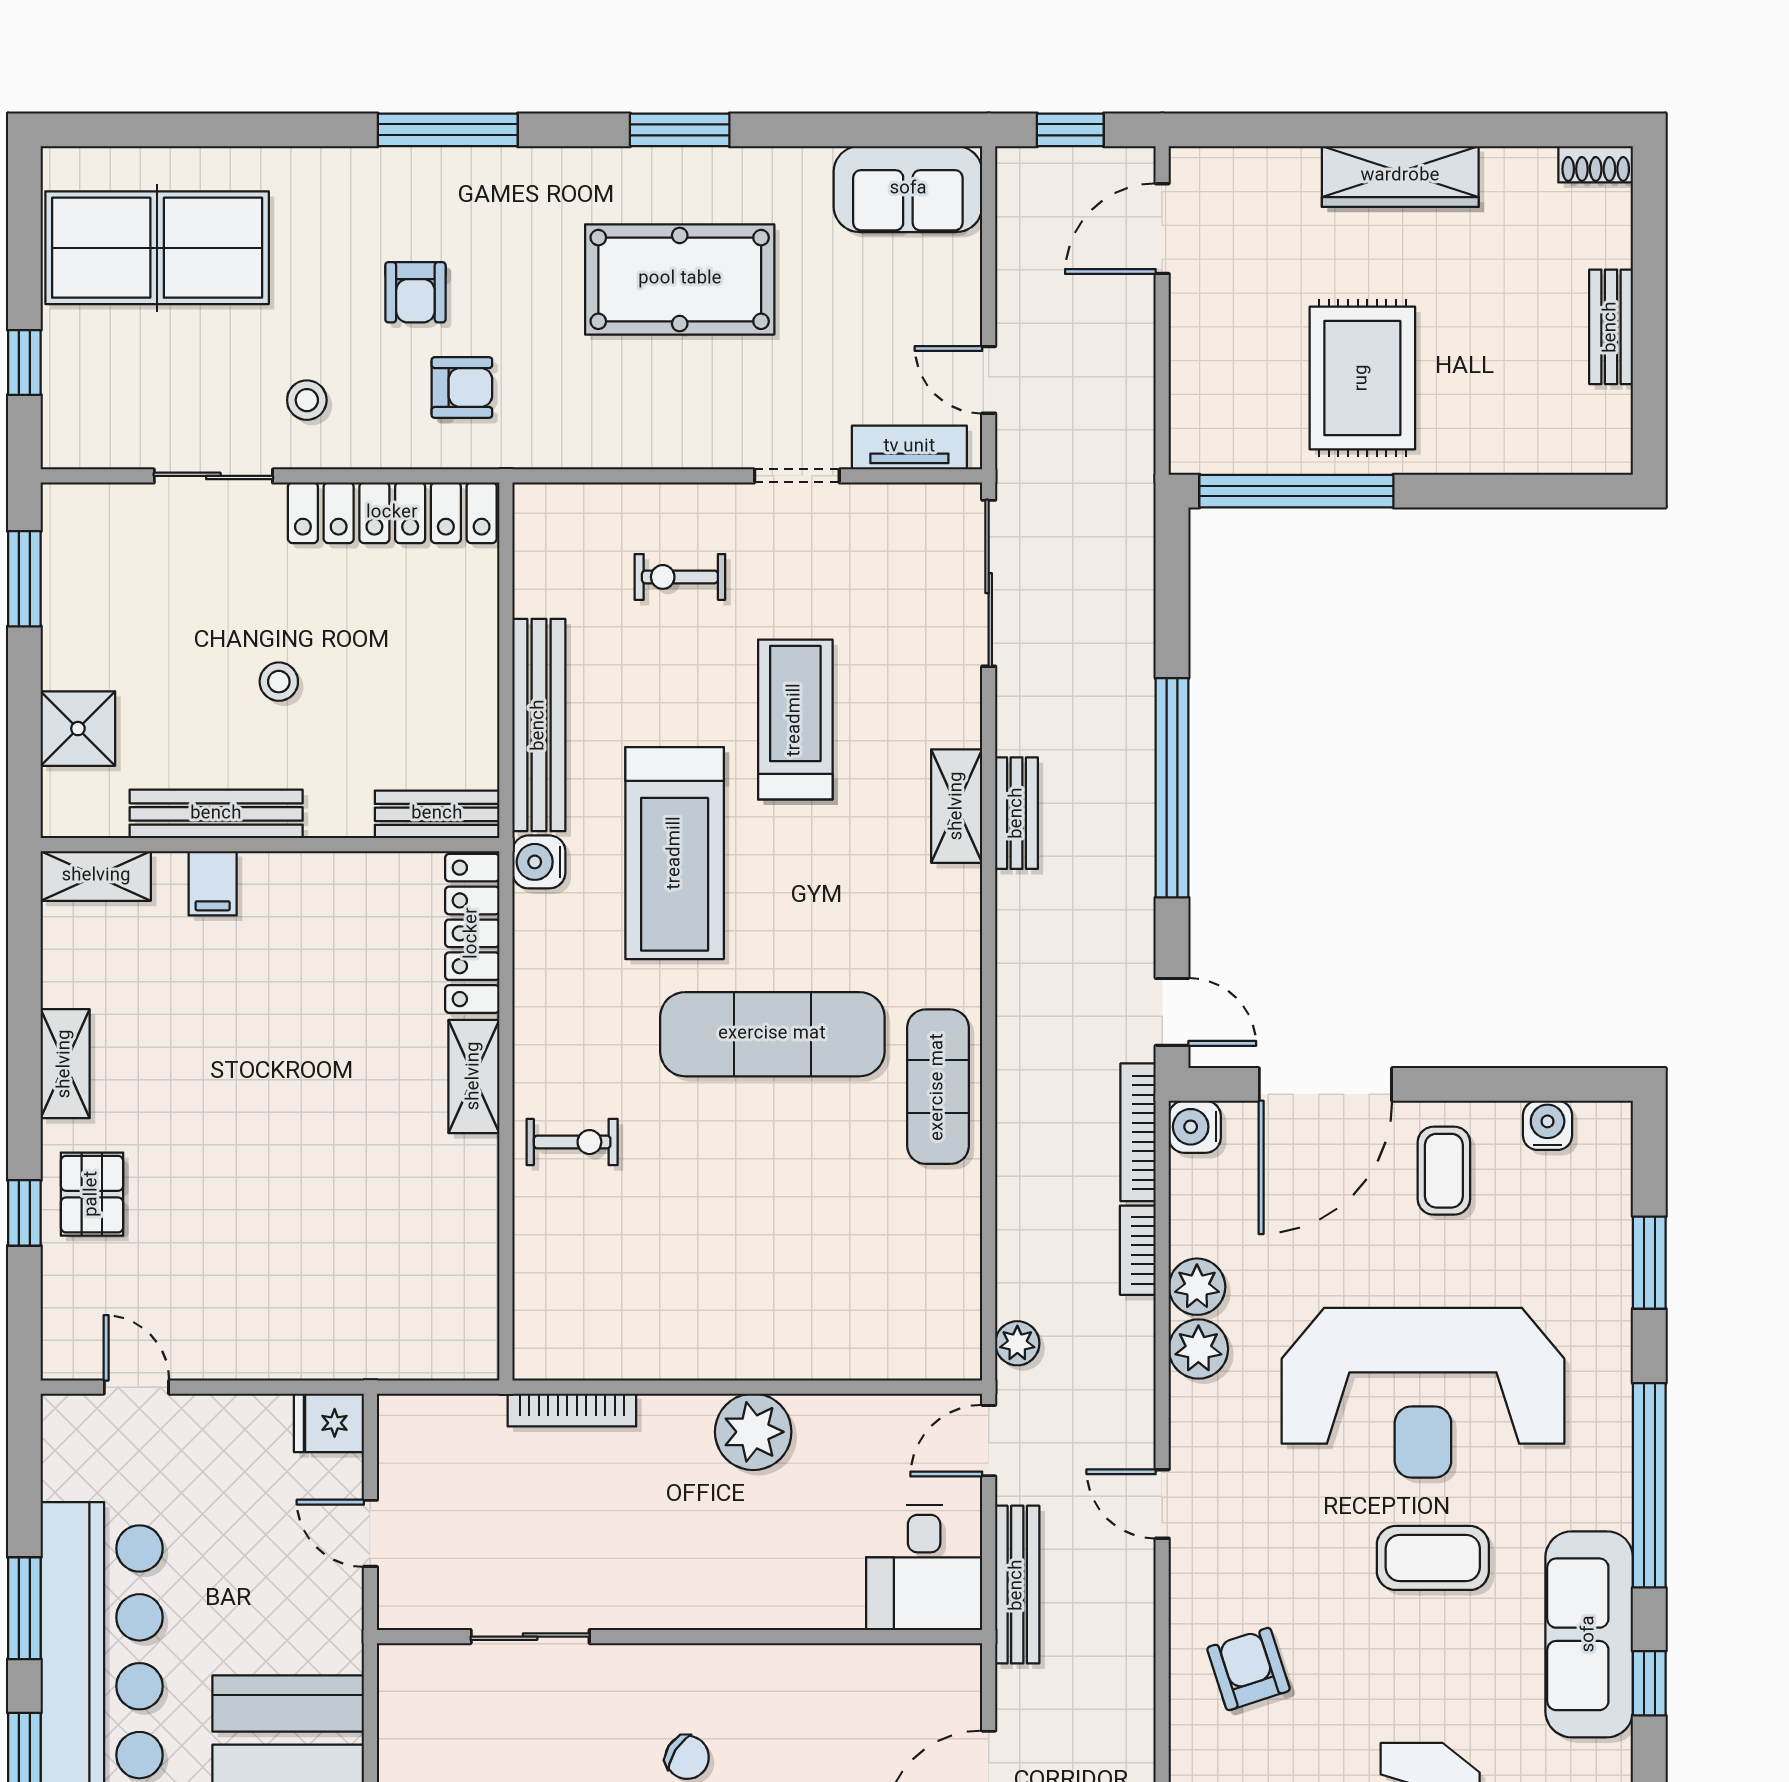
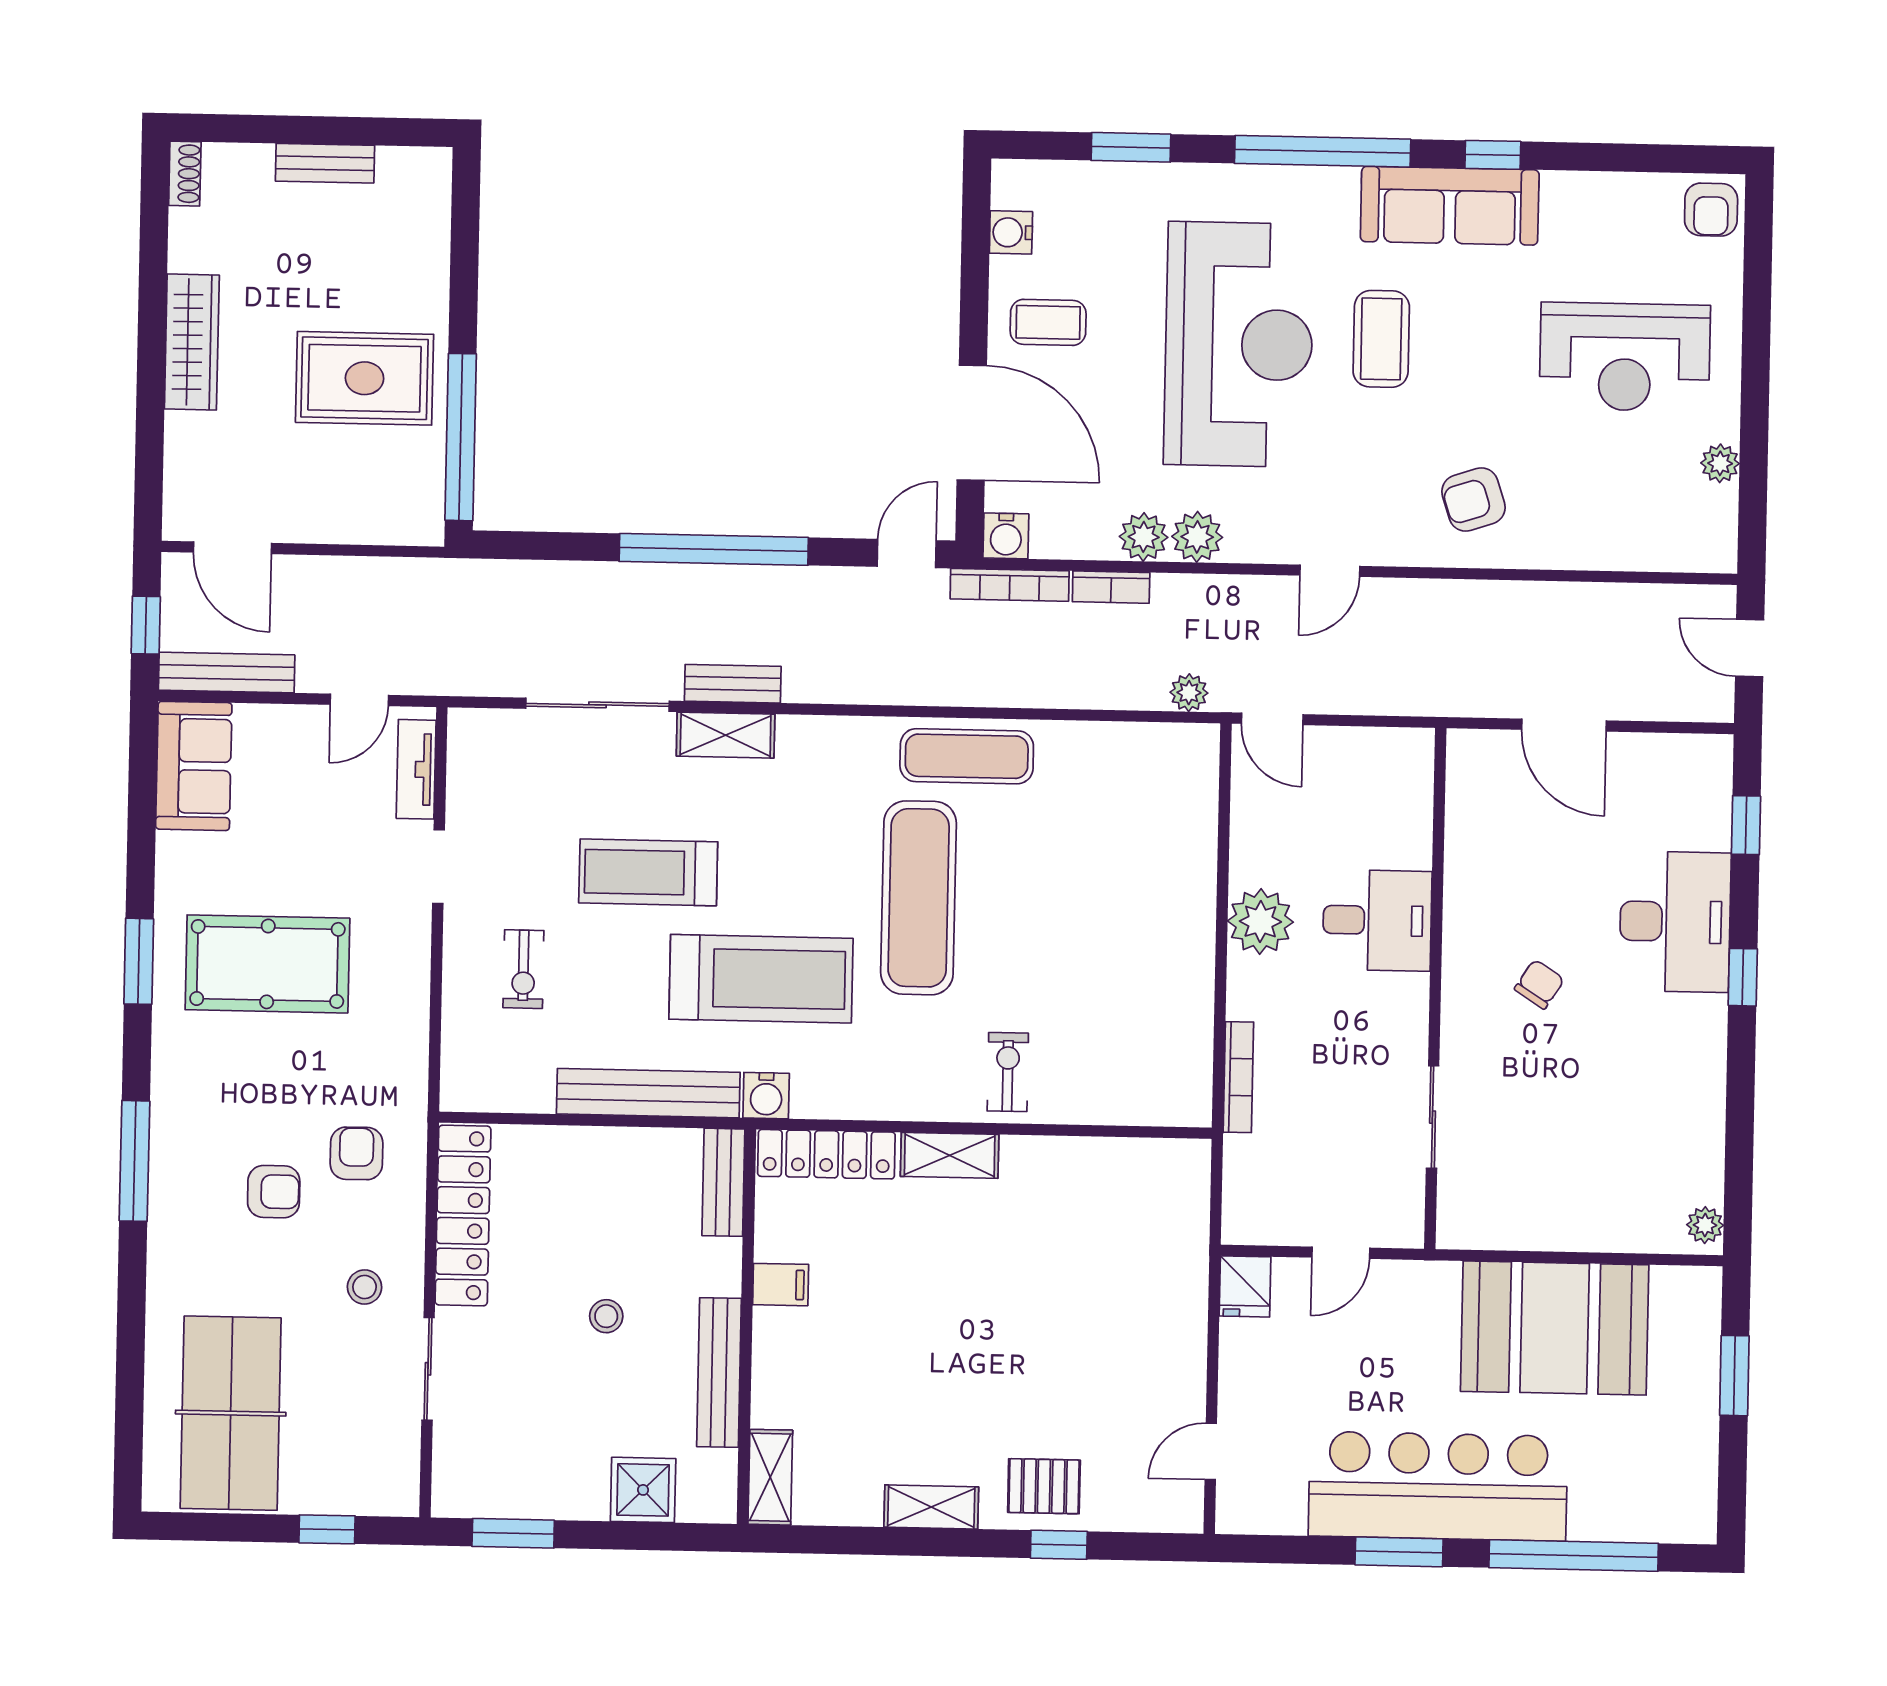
pool table: (680, 279) -> (267, 964), turned 90
sliding door: (989, 583) -> (597, 705), moved
filing cabinet: (213, 883) -> (781, 1285), moved
desk: (924, 1567) -> (1377, 920), moved
bench: (1017, 1585) -> (227, 672), moved

